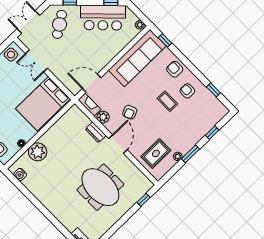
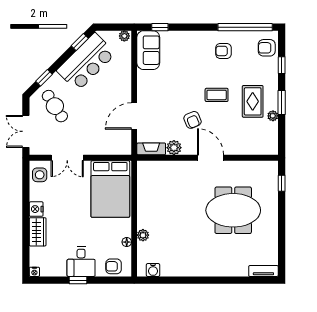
sofa: (137, 58) -> (148, 50), width x0.54, depth x0.79
armchair: (175, 69) -> (267, 48), moved
door: (92, 83) -> (134, 116), moved
window: (213, 90) -> (245, 27), width x3.17
coffee table: (167, 101) -> (217, 95), moved
dresser: (96, 132) -> (181, 167), removed
plant: (38, 152) -> (143, 235), width x0.53, depth x0.53
rug: (156, 154) -> (253, 101), moved

